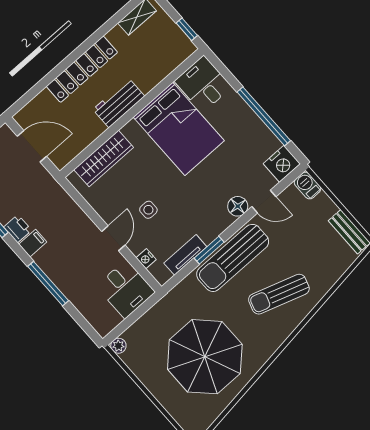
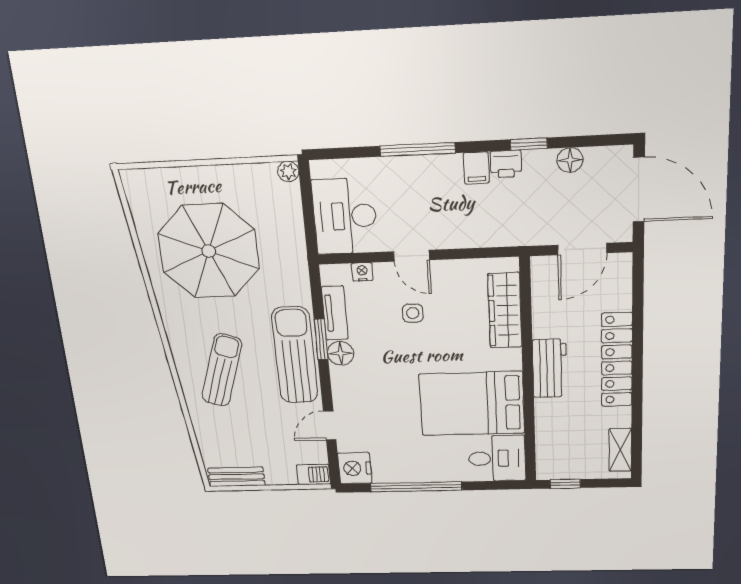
floor lamp: (238, 206) -> (341, 353), moved
desk: (125, 289) -> (345, 216), width x1.37

